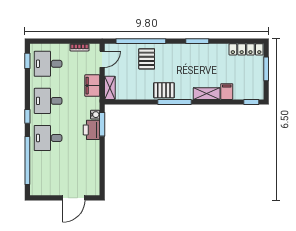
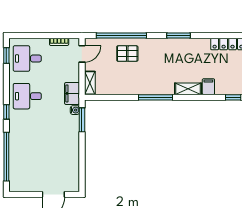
pallet: (147, 59) -> (127, 54), turned 90
filing cabinet: (92, 86) -> (72, 93), moved
pallet: (164, 90) -> (145, 85), removed
printer: (91, 130) -> (71, 126), removed
desk: (48, 138) -> (27, 134), removed

